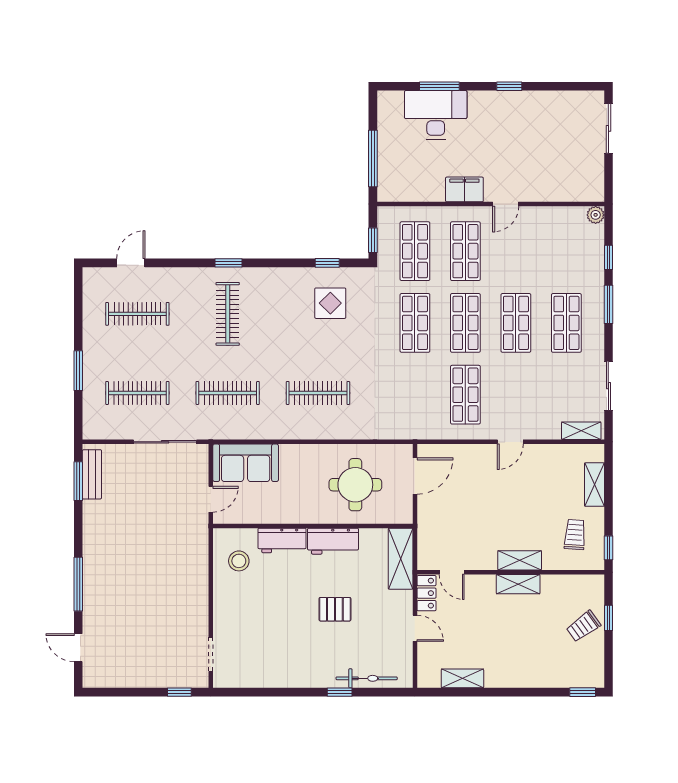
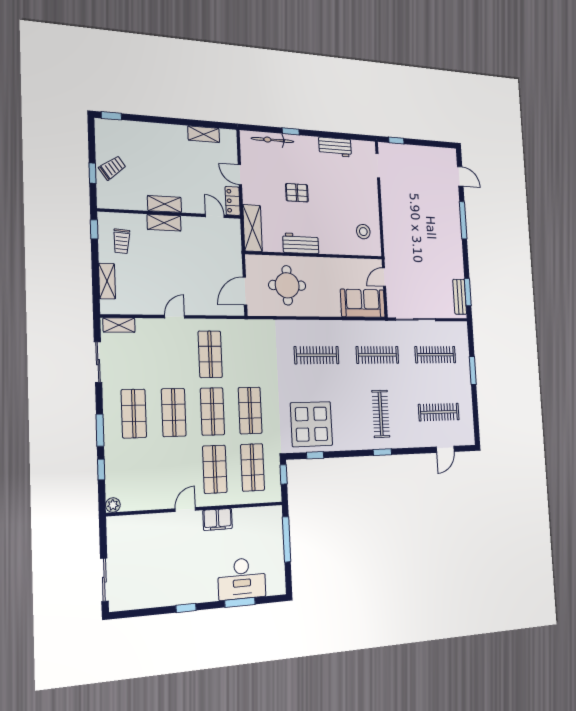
display table: (330, 303) -> (311, 424), width x1.86, depth x1.86
workbench: (282, 540) -> (335, 147), moved, turned 180

